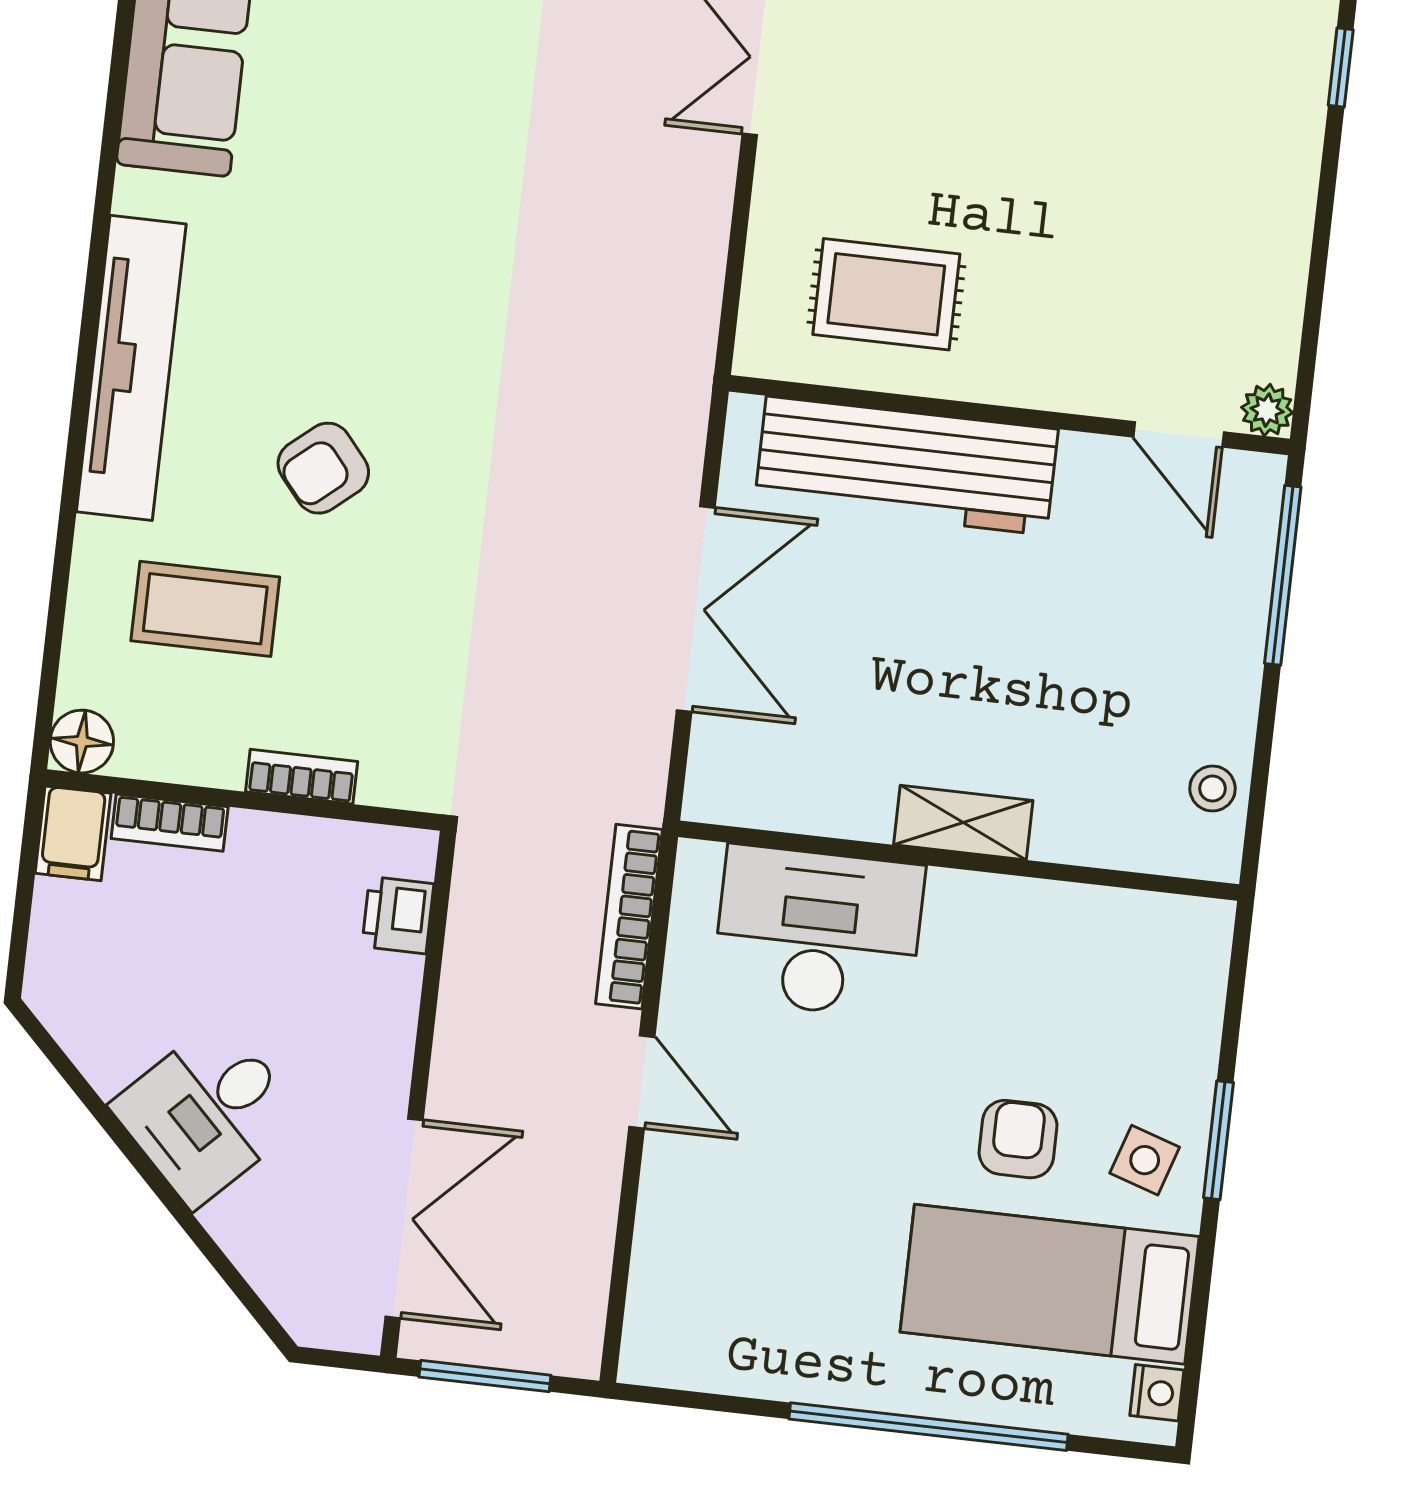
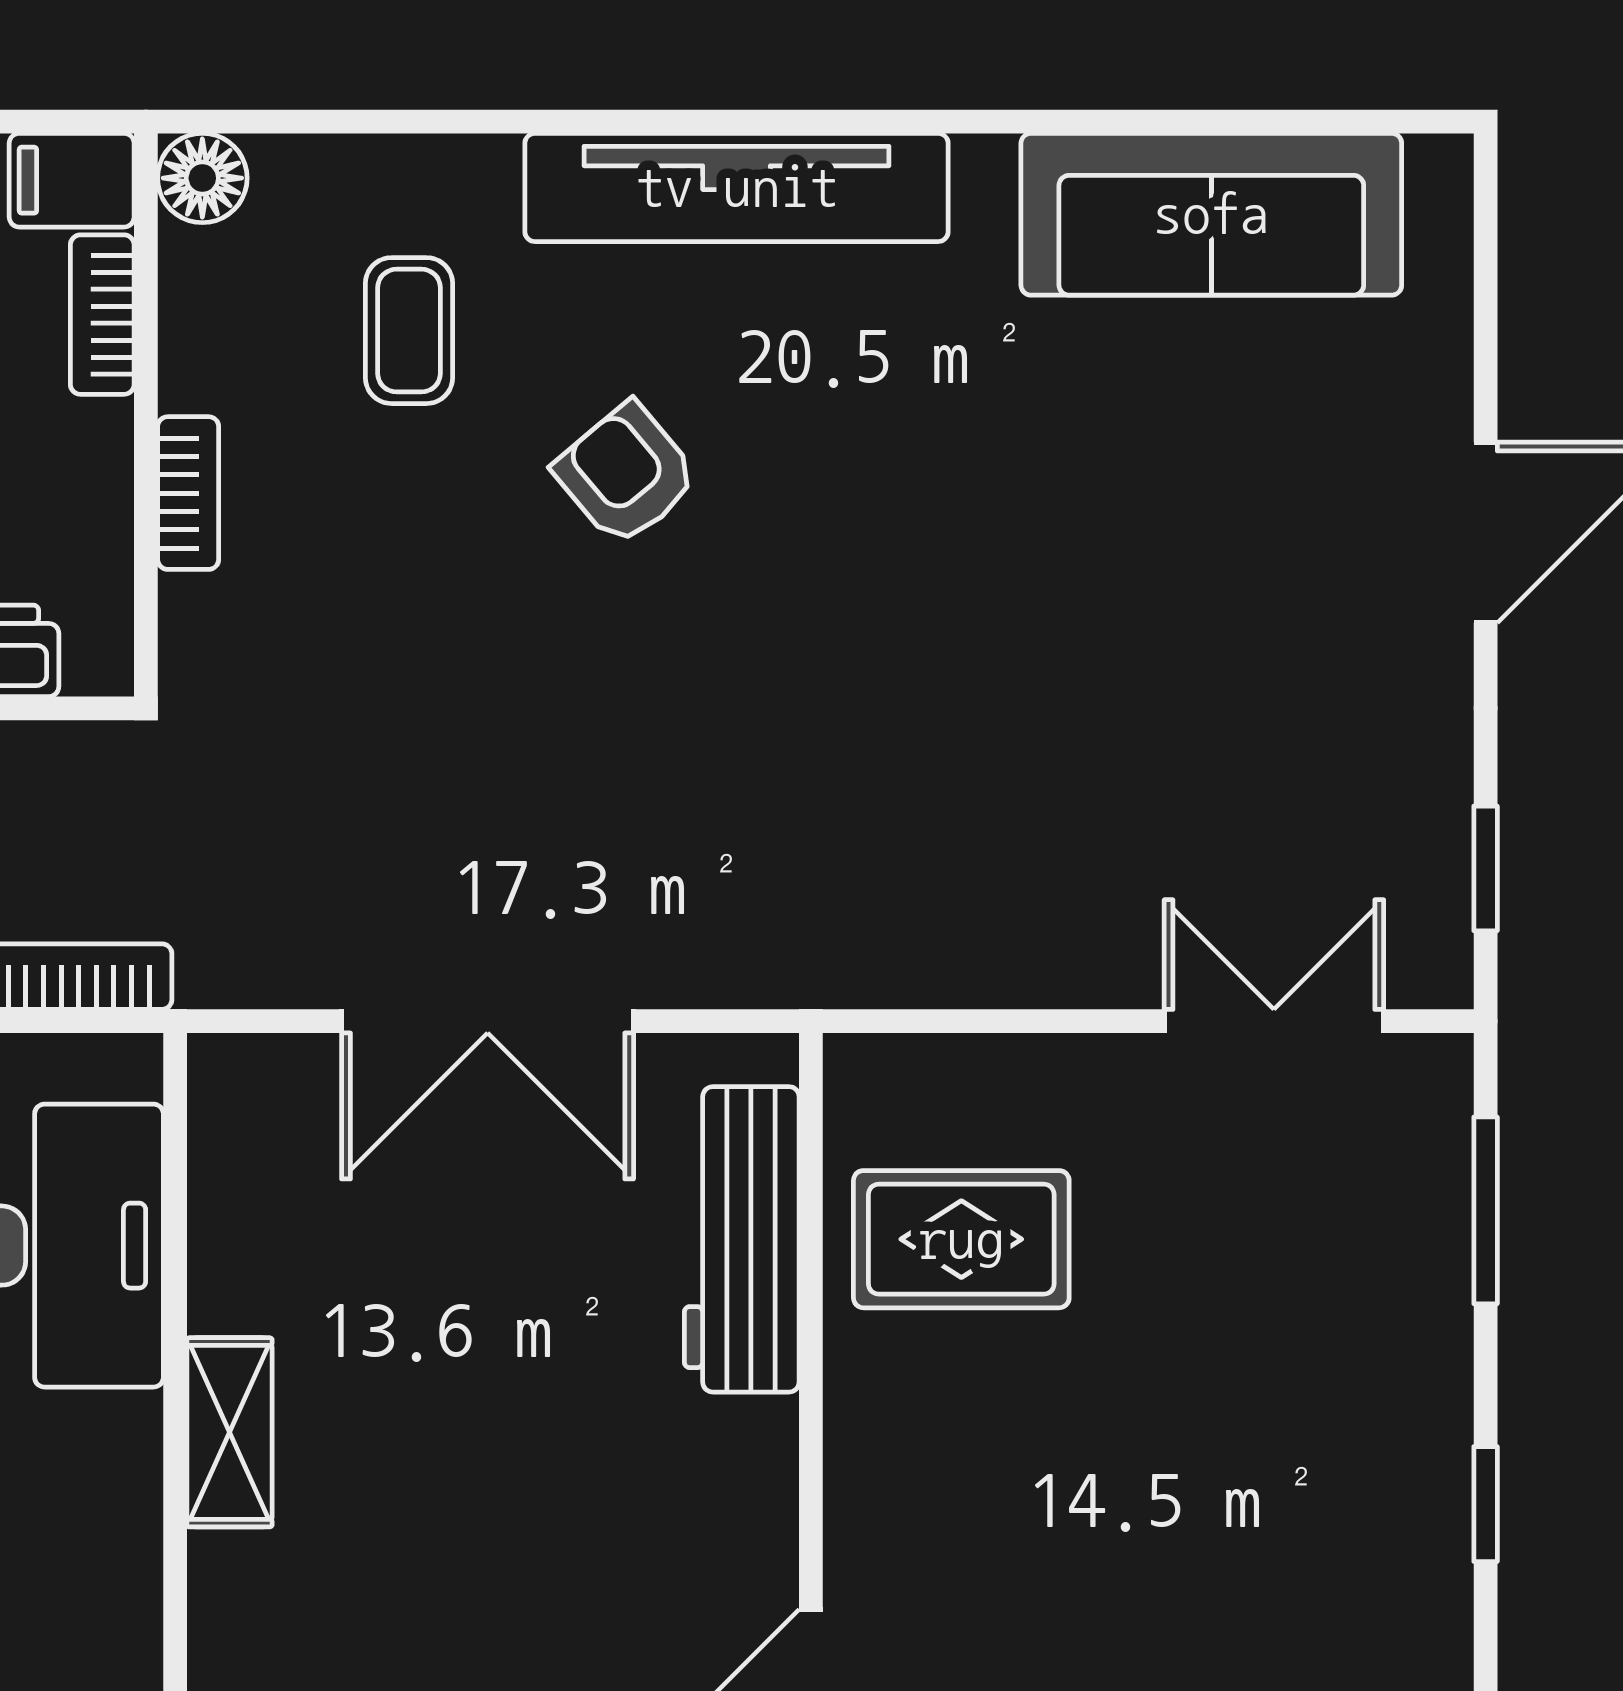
rug: (886, 294) -> (961, 1239), turned 90
workbench: (906, 466) -> (742, 1239), width x0.73, depth x0.76
coffee table: (205, 609) -> (409, 331), width x0.73, depth x0.77

